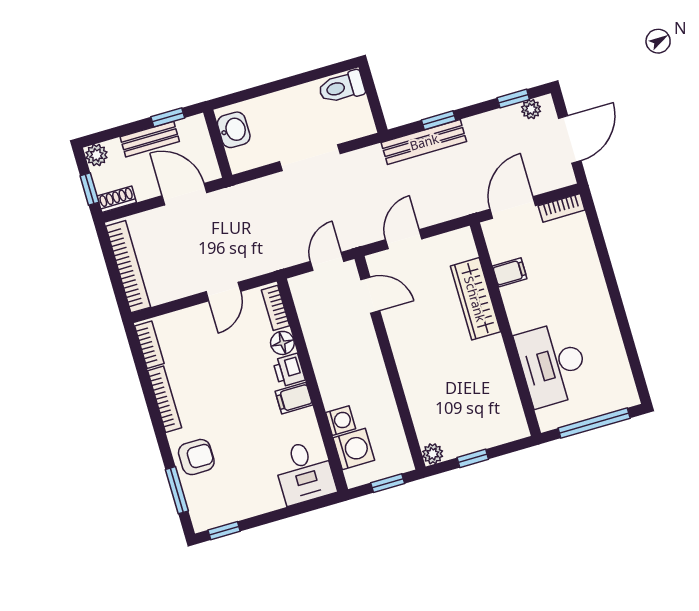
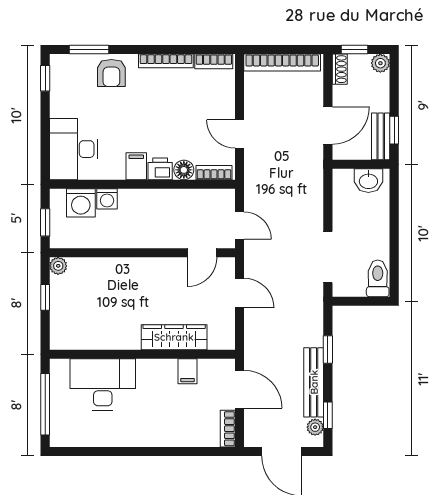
bench: (150, 139) -> (381, 136), moved
bench: (424, 142) -> (314, 382), moved
doorway: (310, 158) -> (328, 257), moved
desk: (305, 472) -> (74, 149), width x1.37

